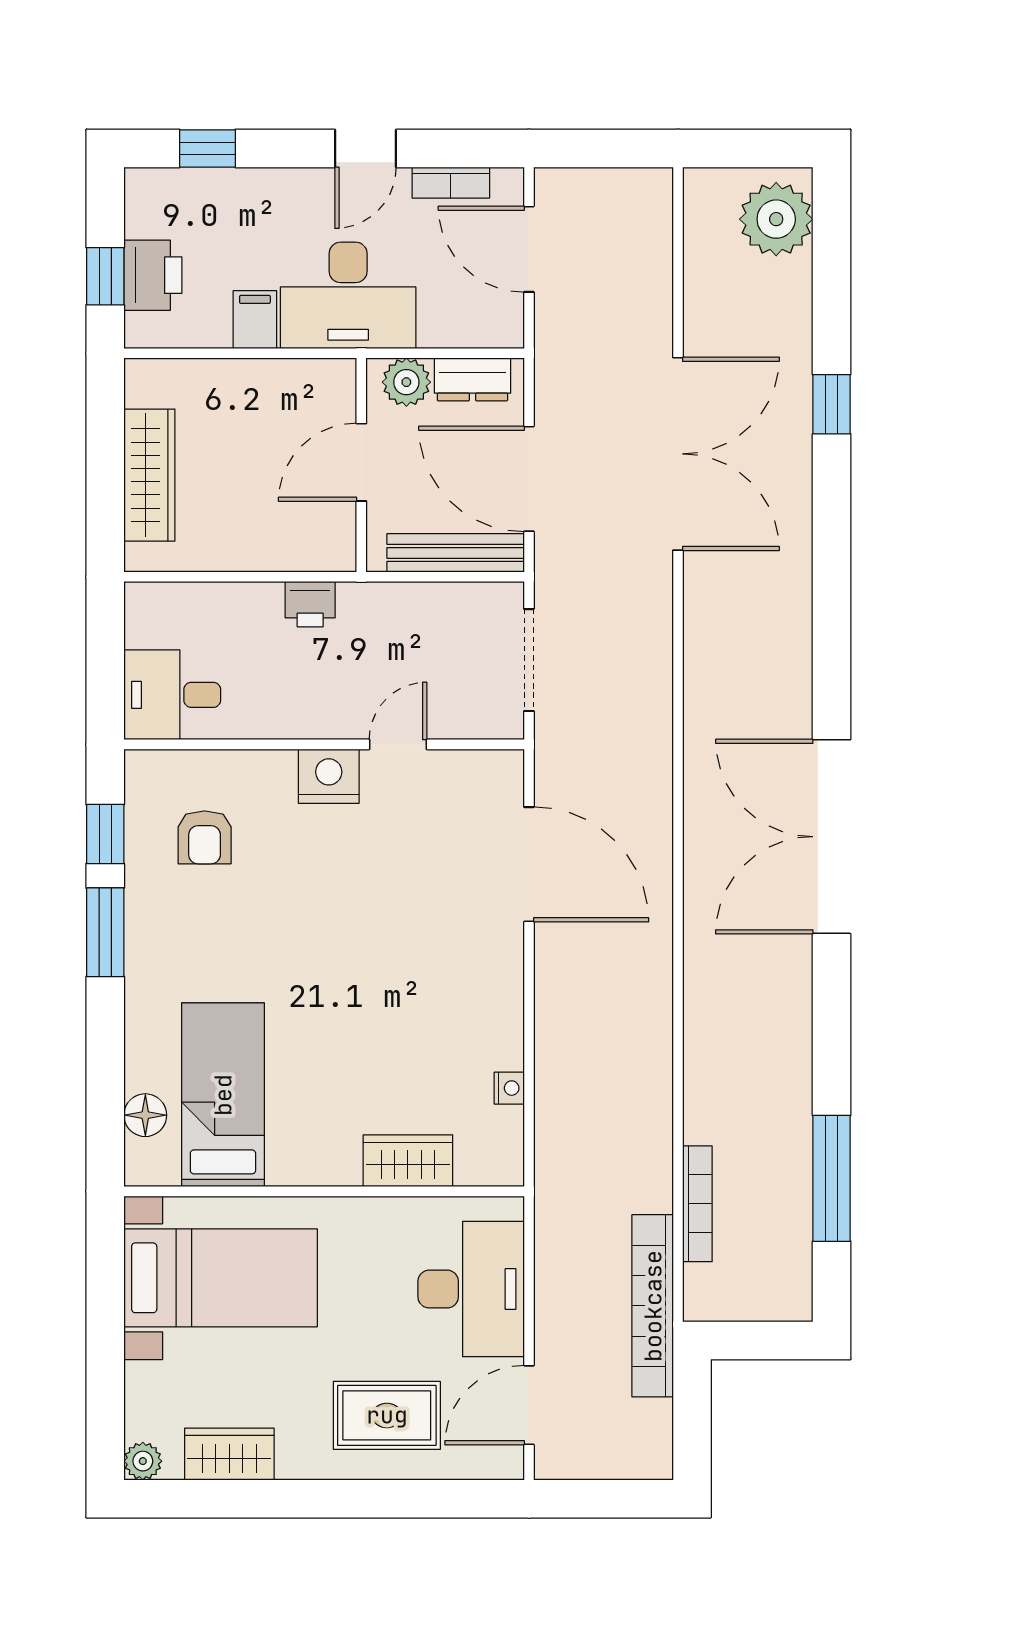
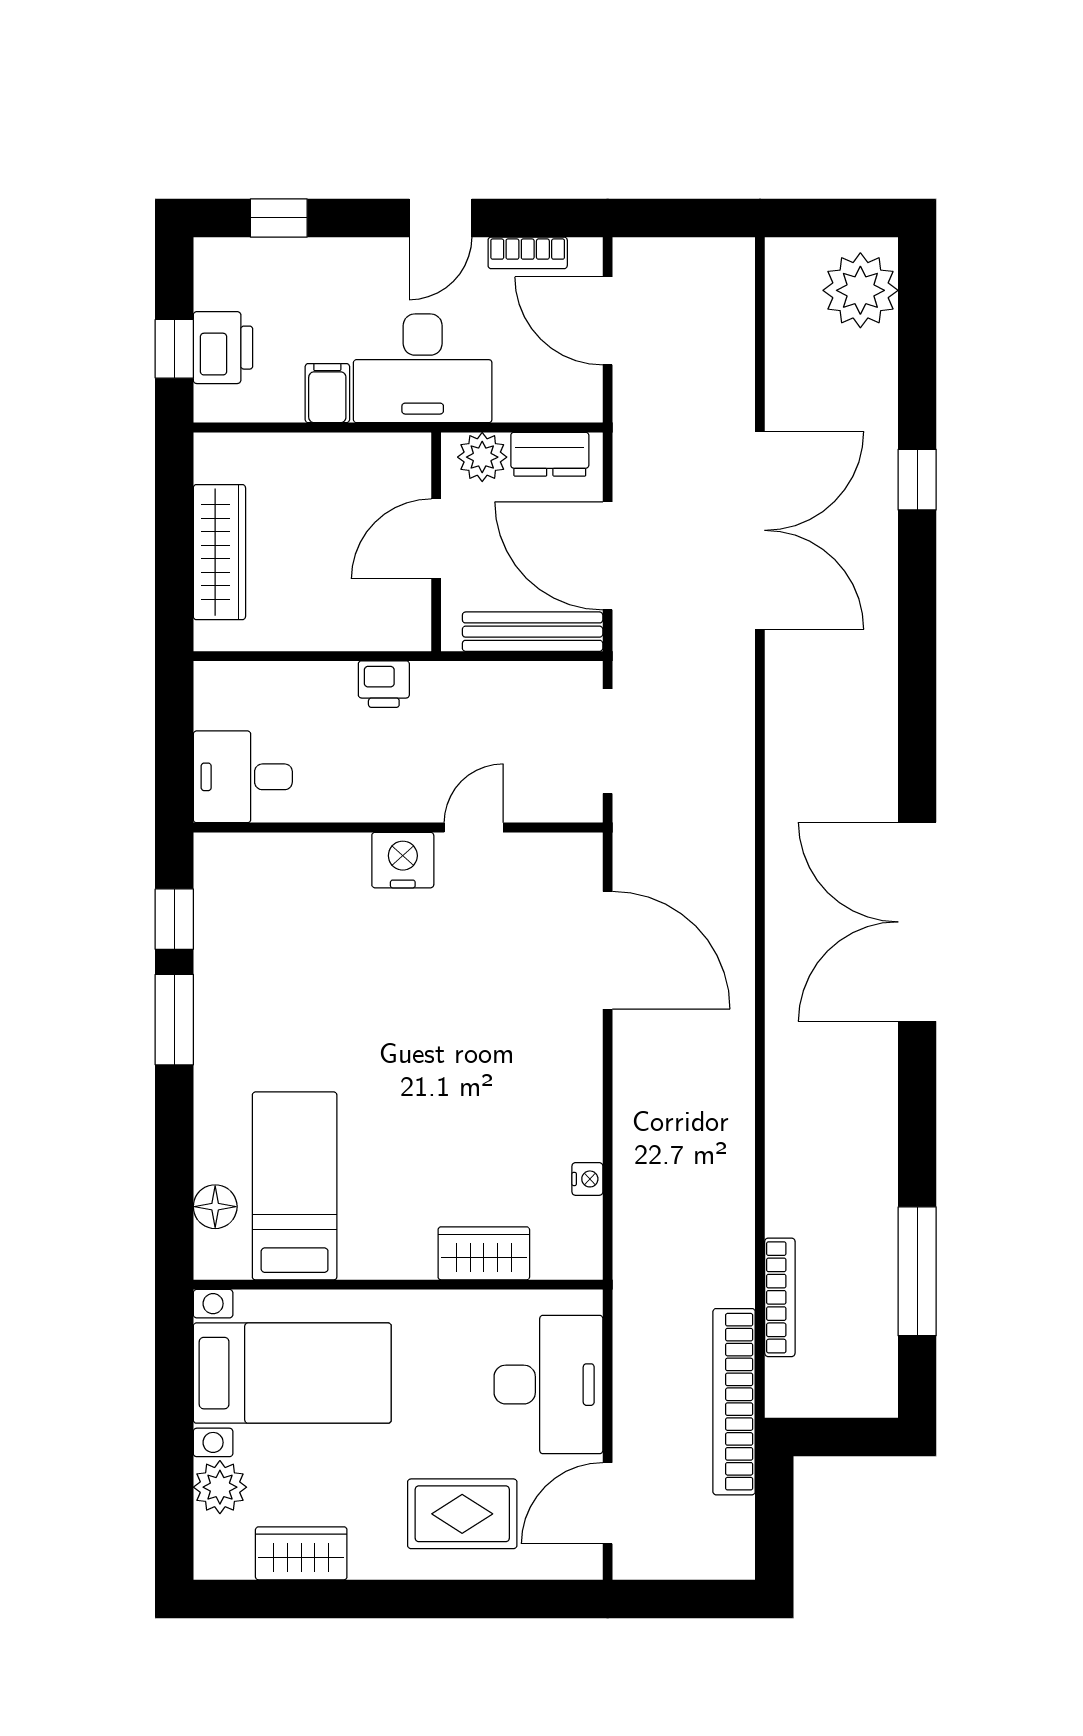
armchair: (205, 837) -> (276, 923), removed
plant: (143, 1461) -> (220, 1487), moved, width x1.38, depth x1.38

